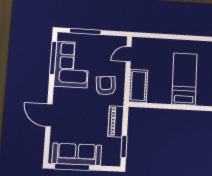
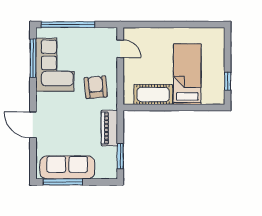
window: (85, 31) -> (68, 25), width x1.46
door: (129, 54) -> (120, 49), swing flipped
cot: (138, 86) -> (153, 94), moved, turned 90

